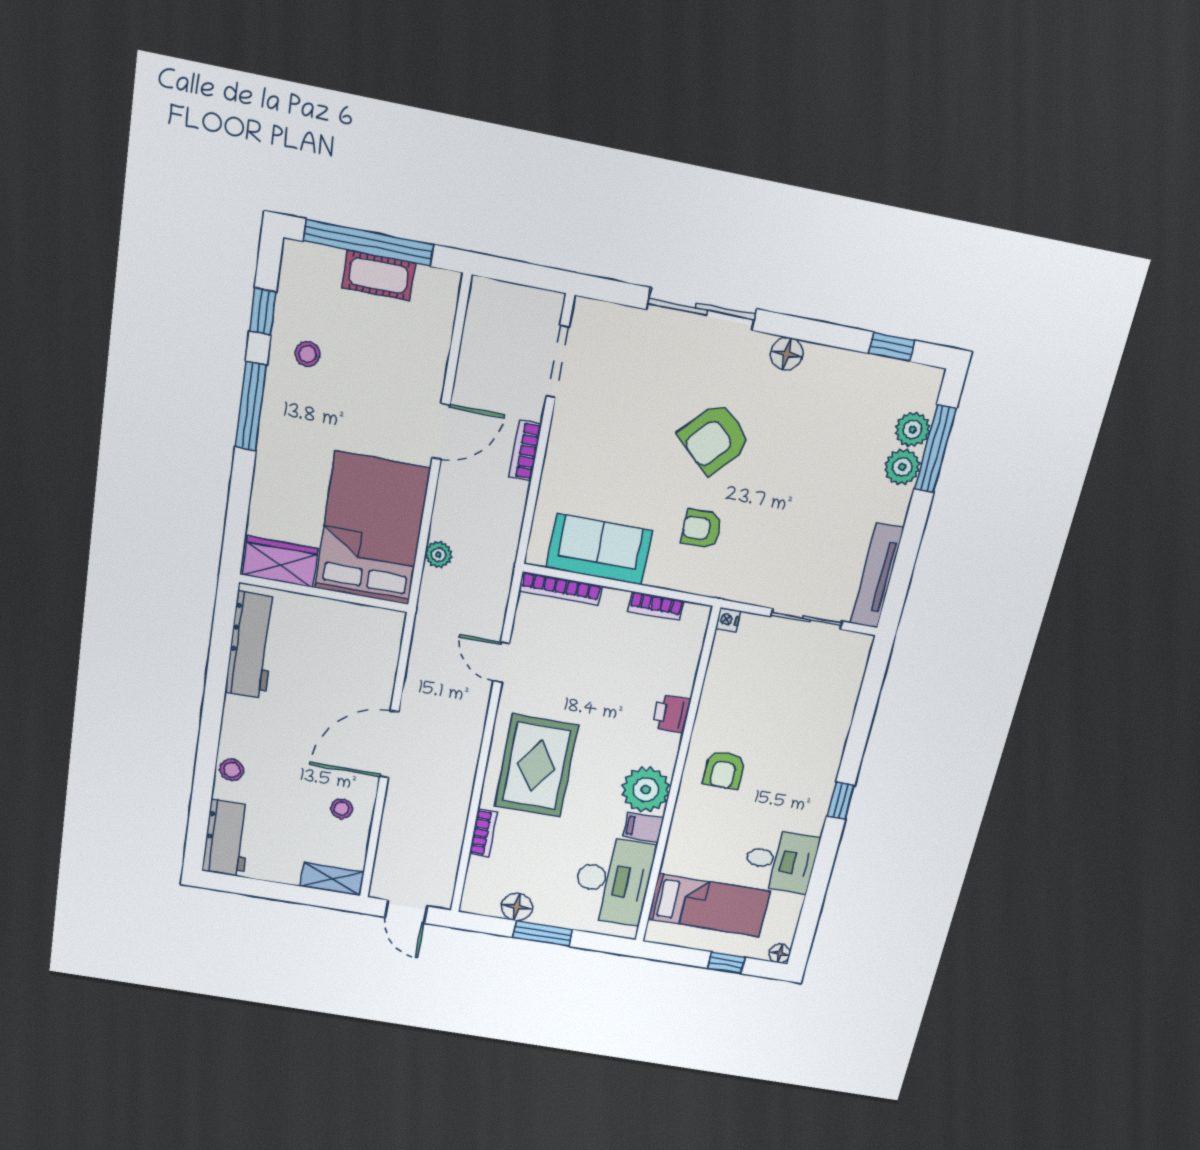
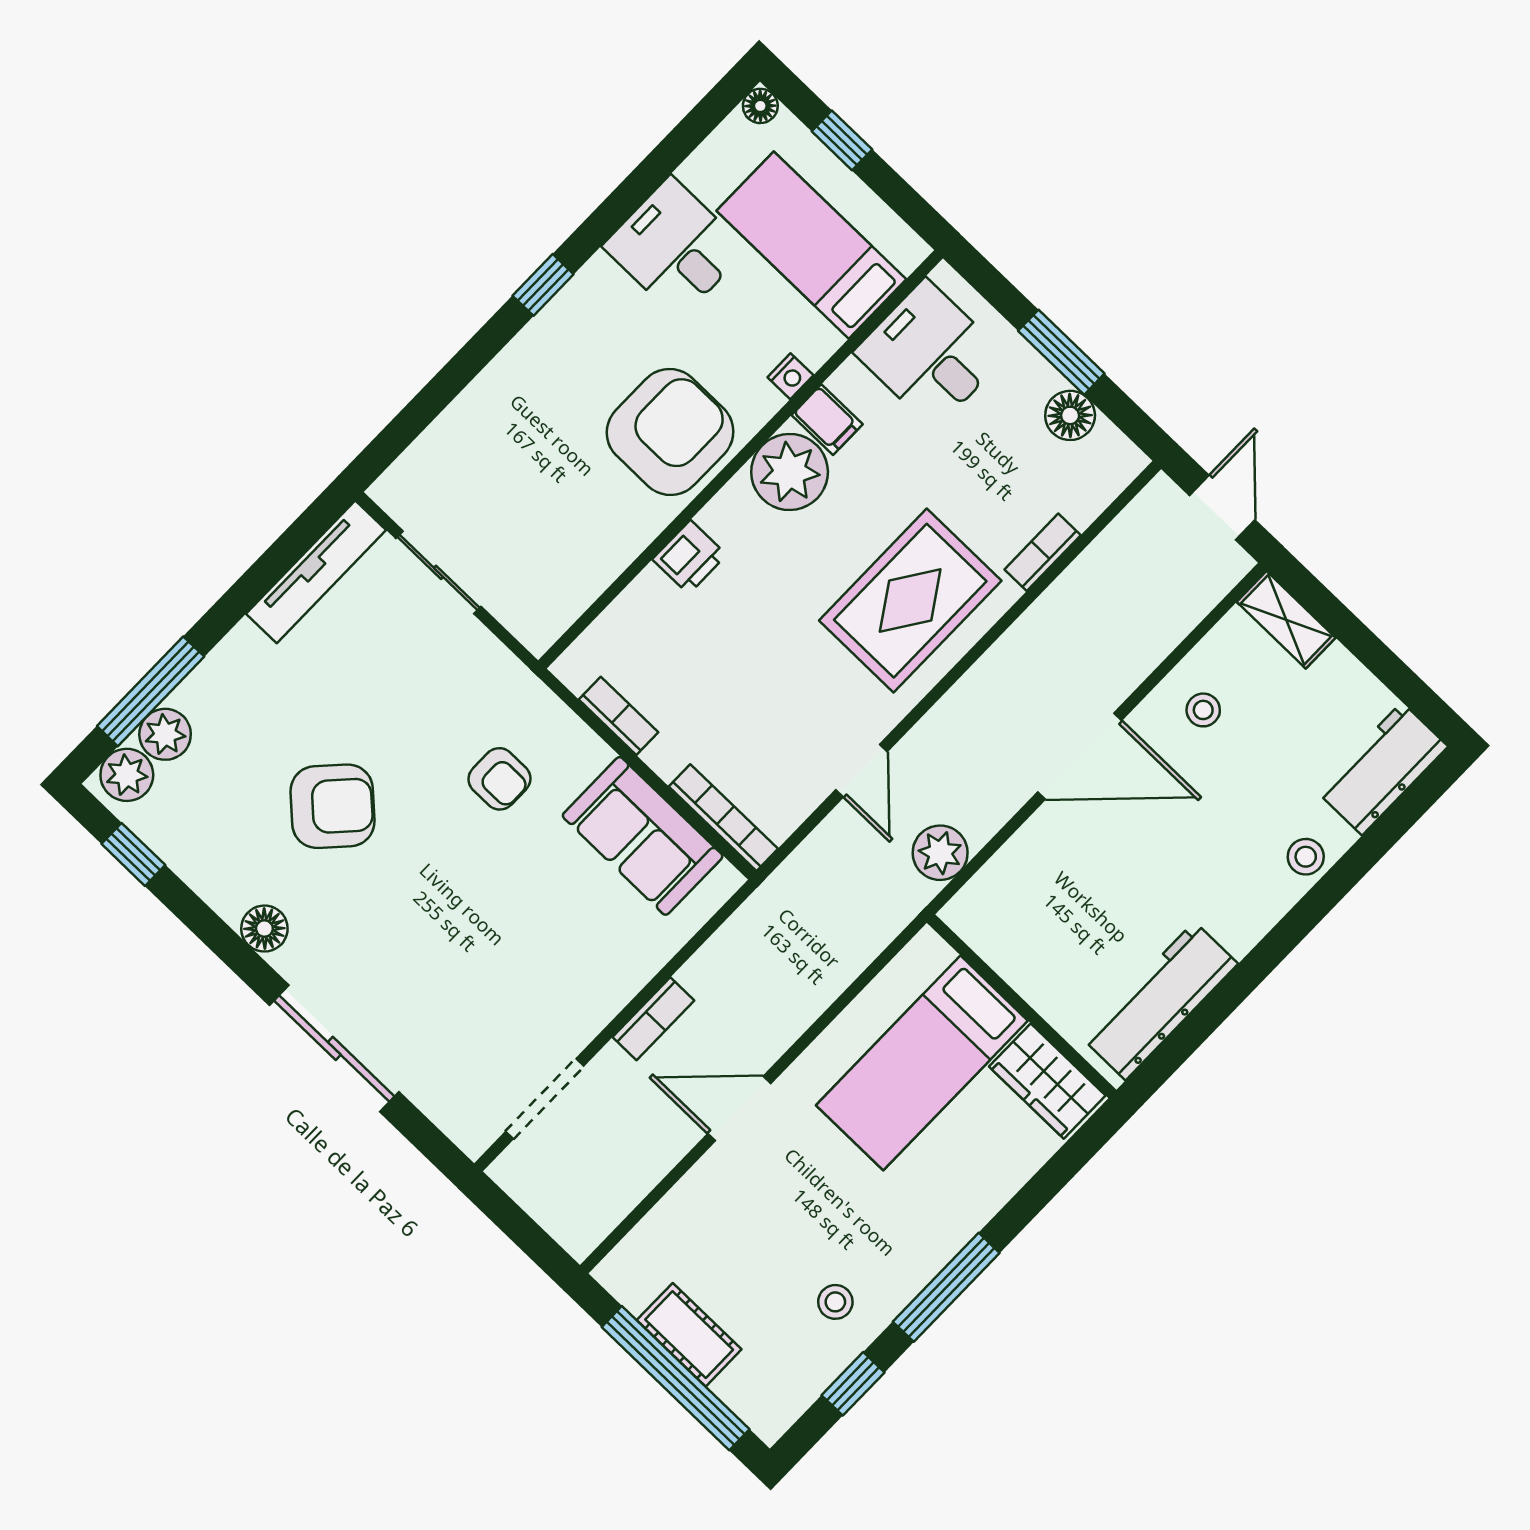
armchair: (715, 439) -> (333, 806), moved
plant: (902, 467) -> (127, 775), moved
bed: (372, 529) -> (922, 1063), width x0.67
plant: (438, 555) -> (940, 853), moved, width x1.38, depth x1.38
nightstand: (728, 620) -> (790, 376), moved
armchair: (724, 770) -> (670, 432), width x1.88, depth x1.88
desk: (613, 881) -> (930, 354), width x0.73

